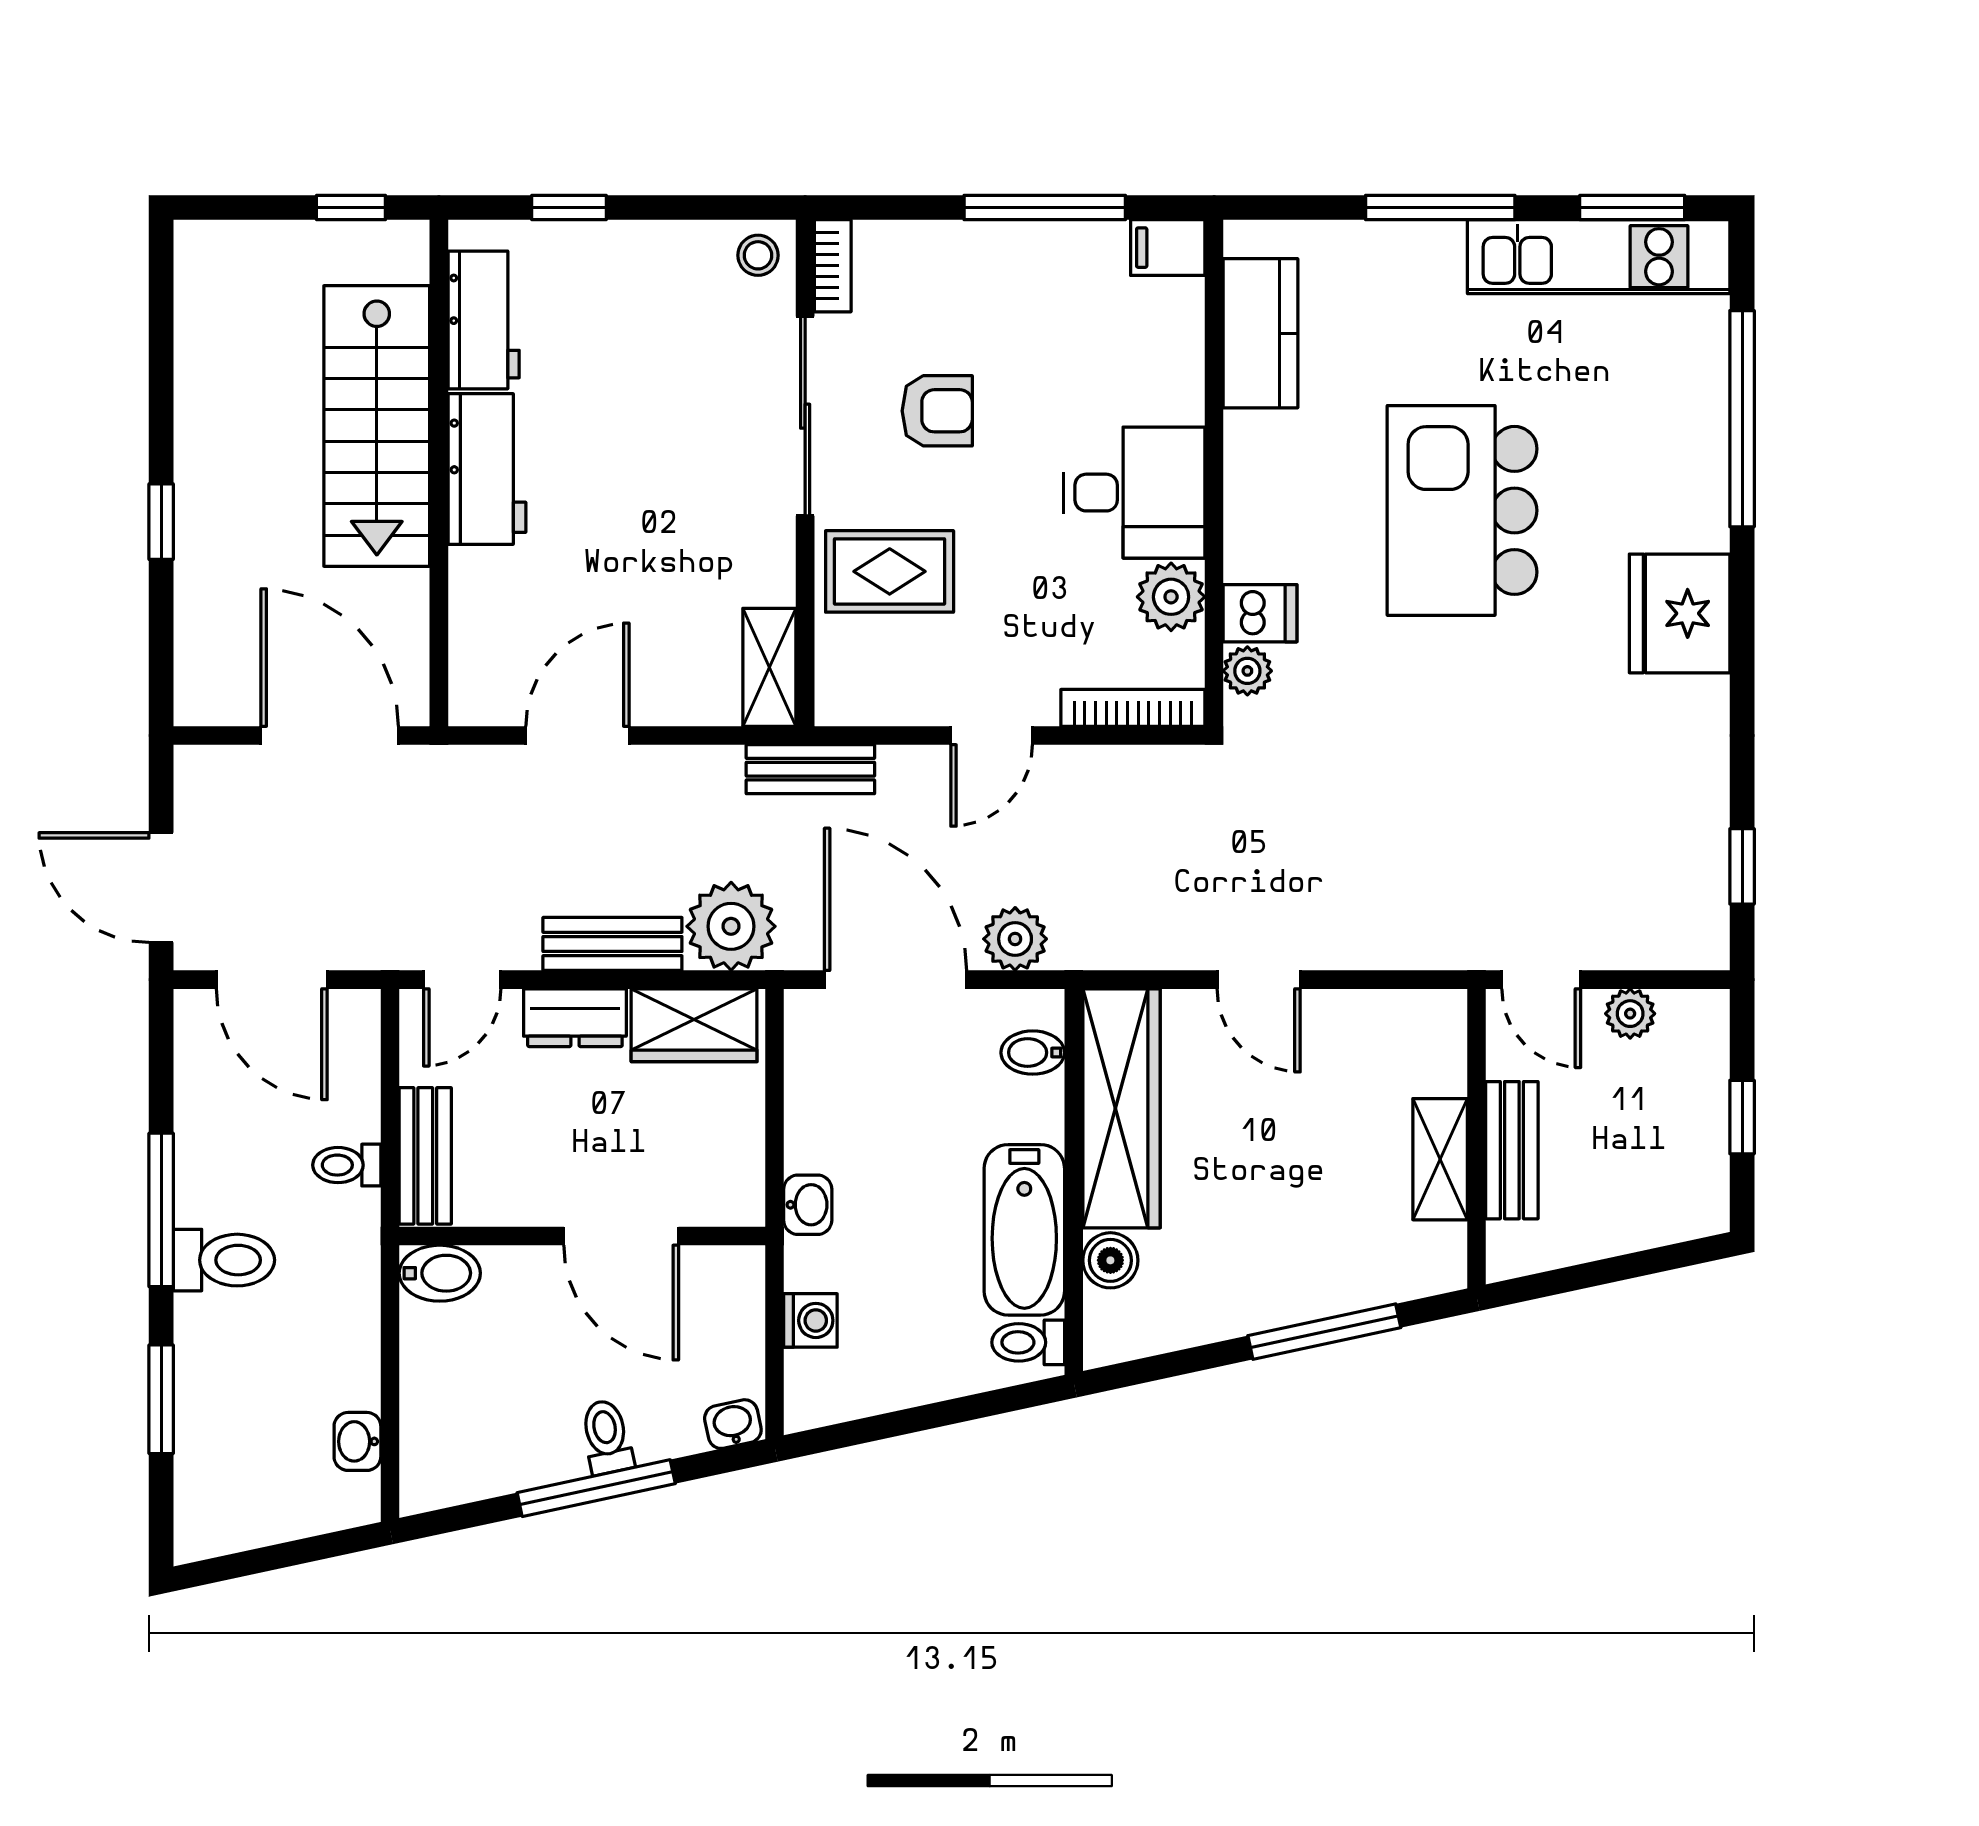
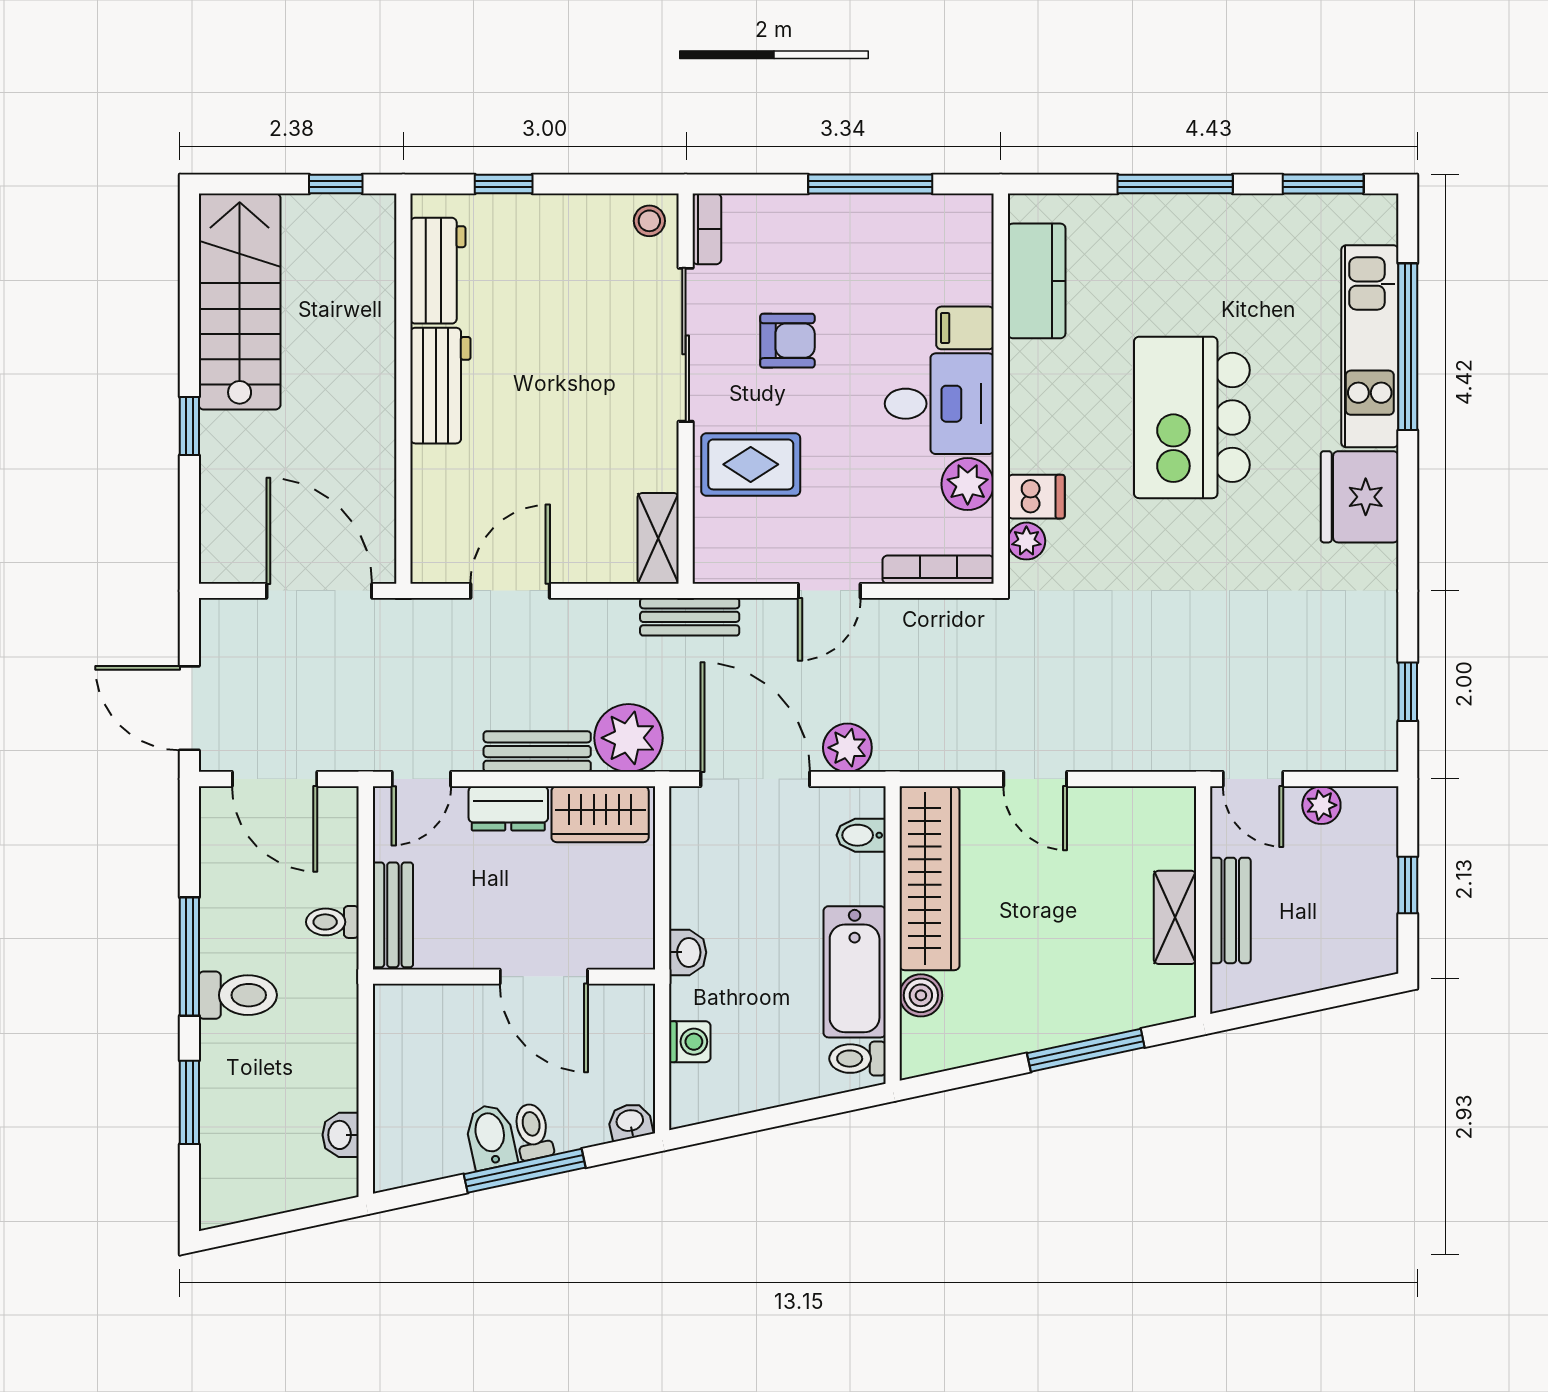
filing cabinet: (1168, 248) -> (965, 328), moved
kitchen unit: (1599, 257) -> (1370, 346), moved, turned 90
stairs: (377, 426) -> (240, 302), moved, turned 180
bidet: (440, 1273) -> (491, 1137), moved, turned -102

